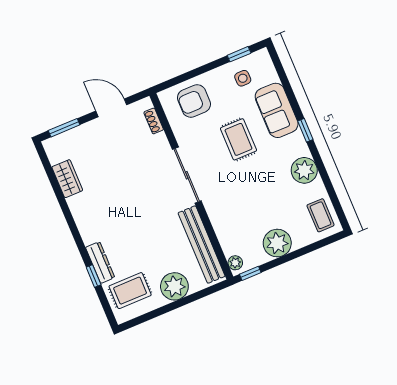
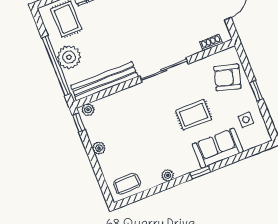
window: (239, 54) -> (256, 91), moved
armchair: (194, 101) -> (227, 78), turned -75
plant: (304, 170) -> (168, 175), width x0.53, depth x0.53
plant: (277, 243) -> (99, 148), width x0.53, depth x0.53
window: (185, 301) -> (56, 66), added

